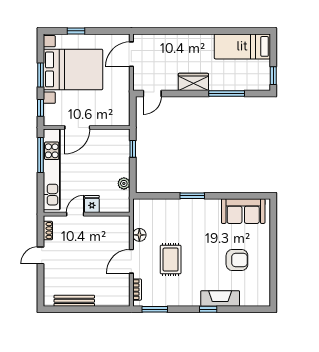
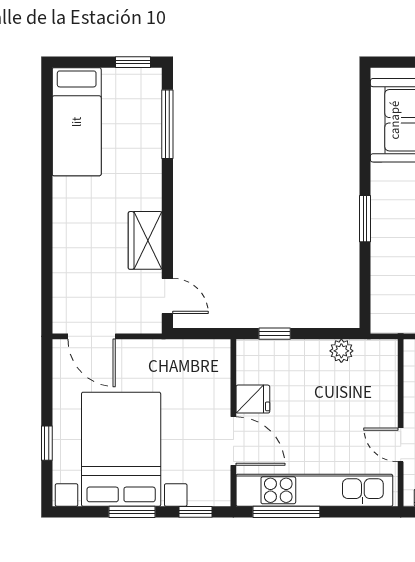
wardrobe: (193, 82) -> (145, 240), moved
window: (227, 93) -> (167, 124), moved
fridge: (92, 204) -> (253, 399), moved, turned 180

